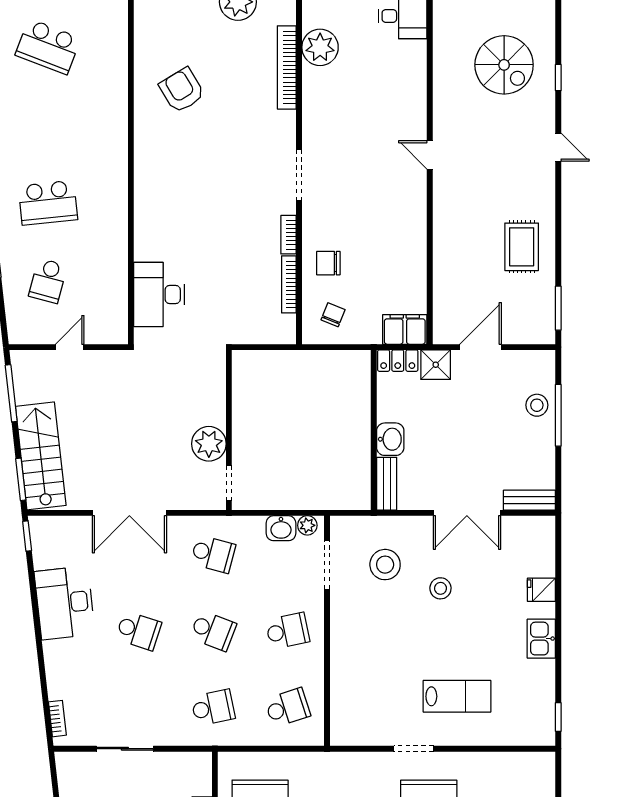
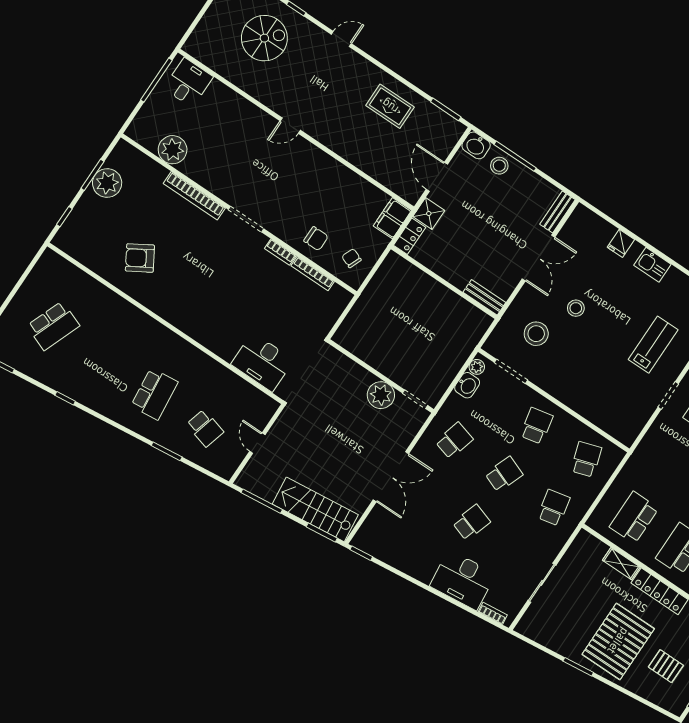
bookcase: (287, 67) -> (194, 196), moved
chair: (328, 263) -> (316, 239), turned -90
washbasin: (390, 439) -> (476, 145), moved, turned 180
desk: (65, 603) -> (463, 580), moved

